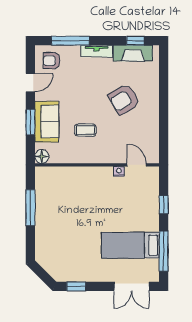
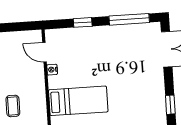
door: (137, 165) -> (44, 52), hinge flipped
bed: (130, 245) -> (78, 101), moved, turned -90

